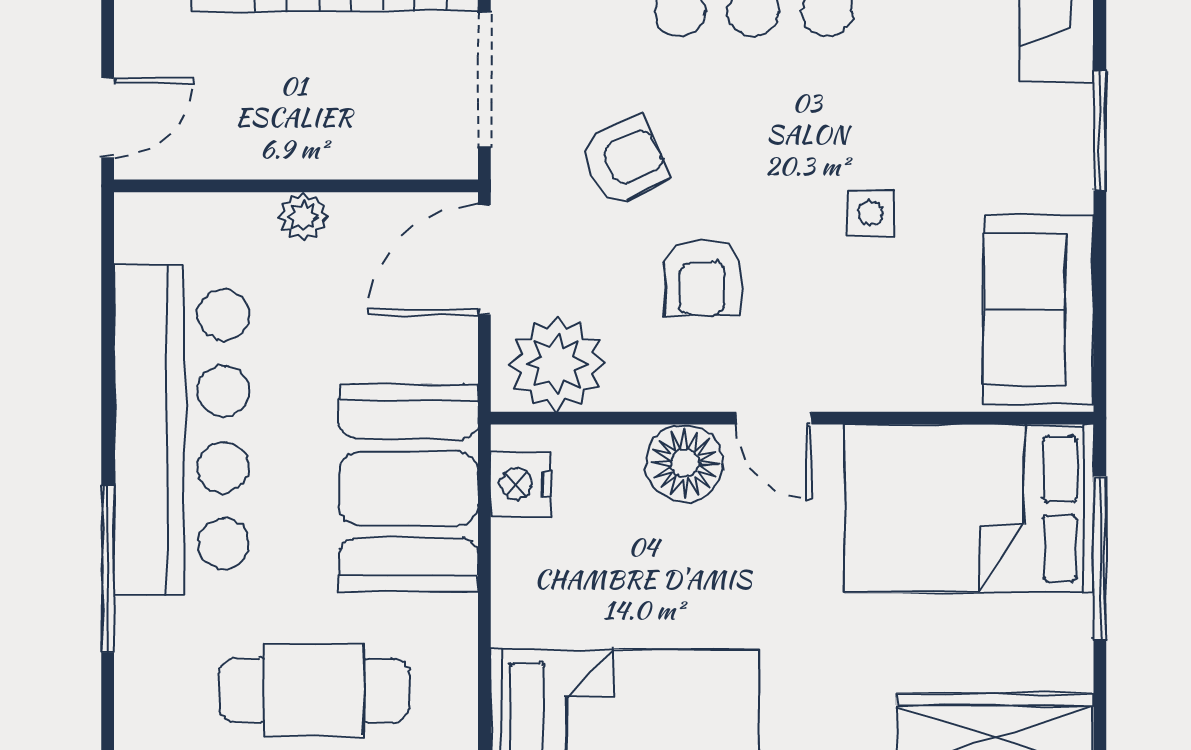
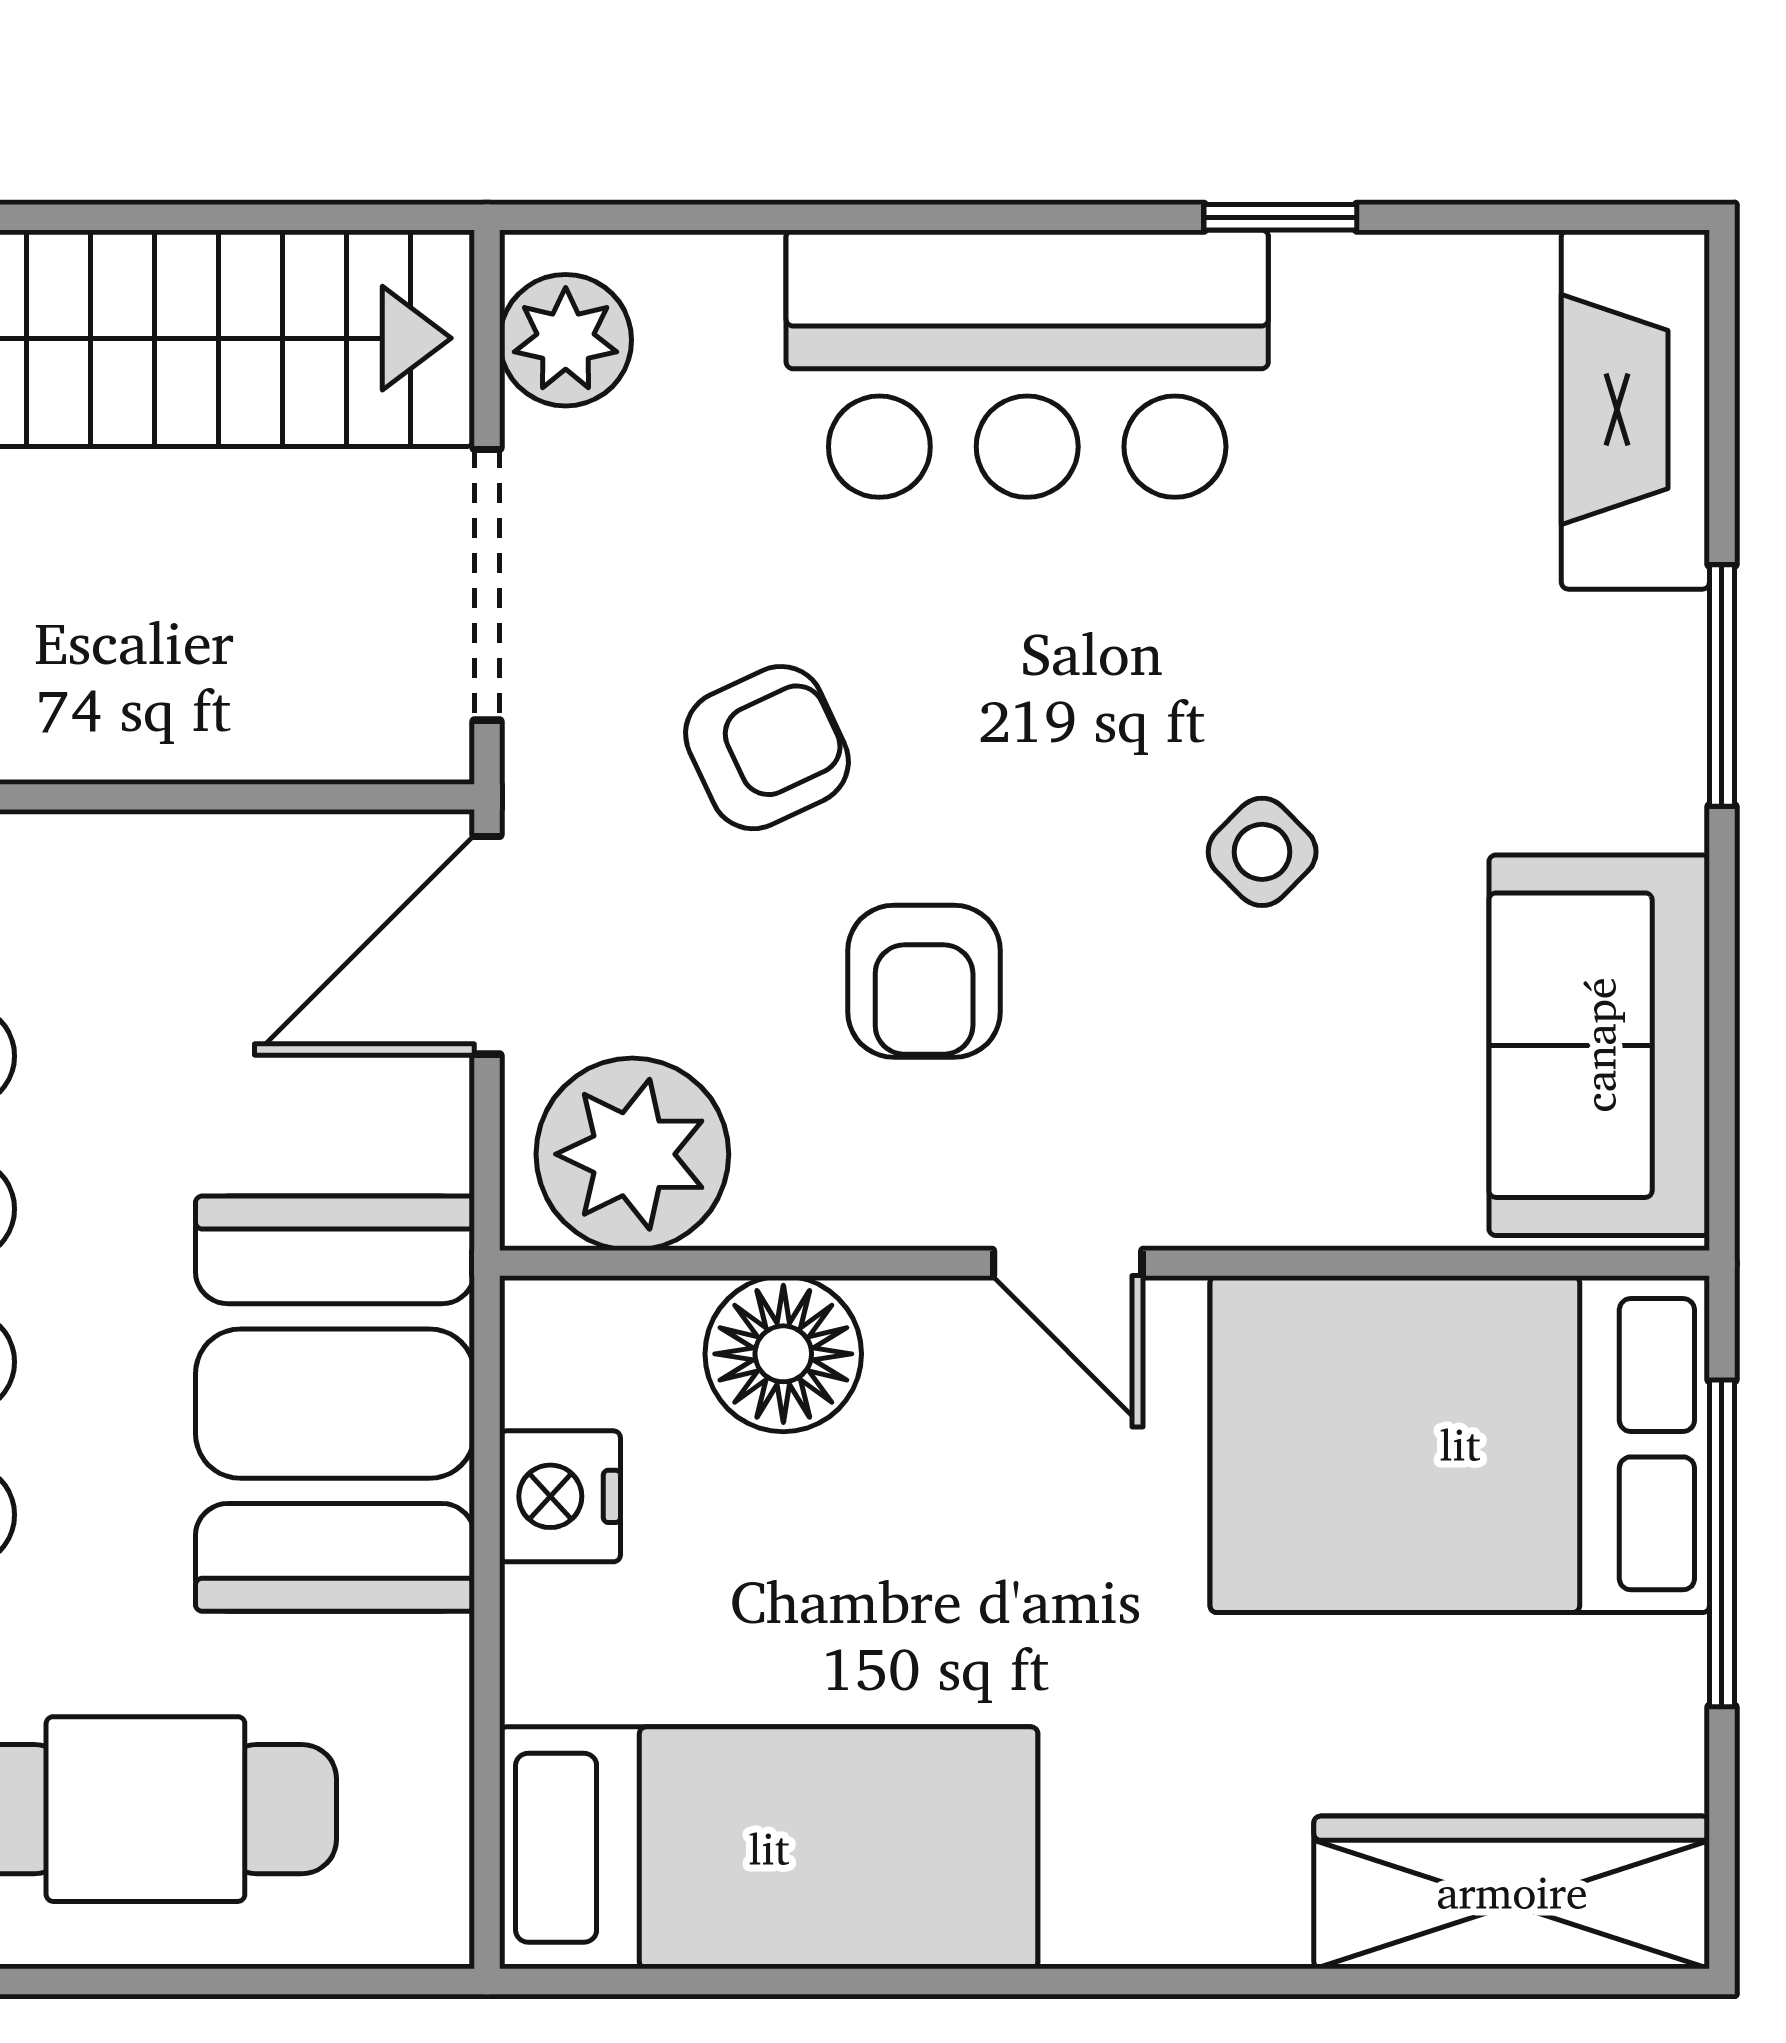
side table: (871, 213) -> (1262, 852), turned 45
plant: (303, 217) -> (124, 859), removed
floor lamp: (685, 463) -> (783, 1354), moved
nightstand: (521, 484) -> (560, 1496), moved

